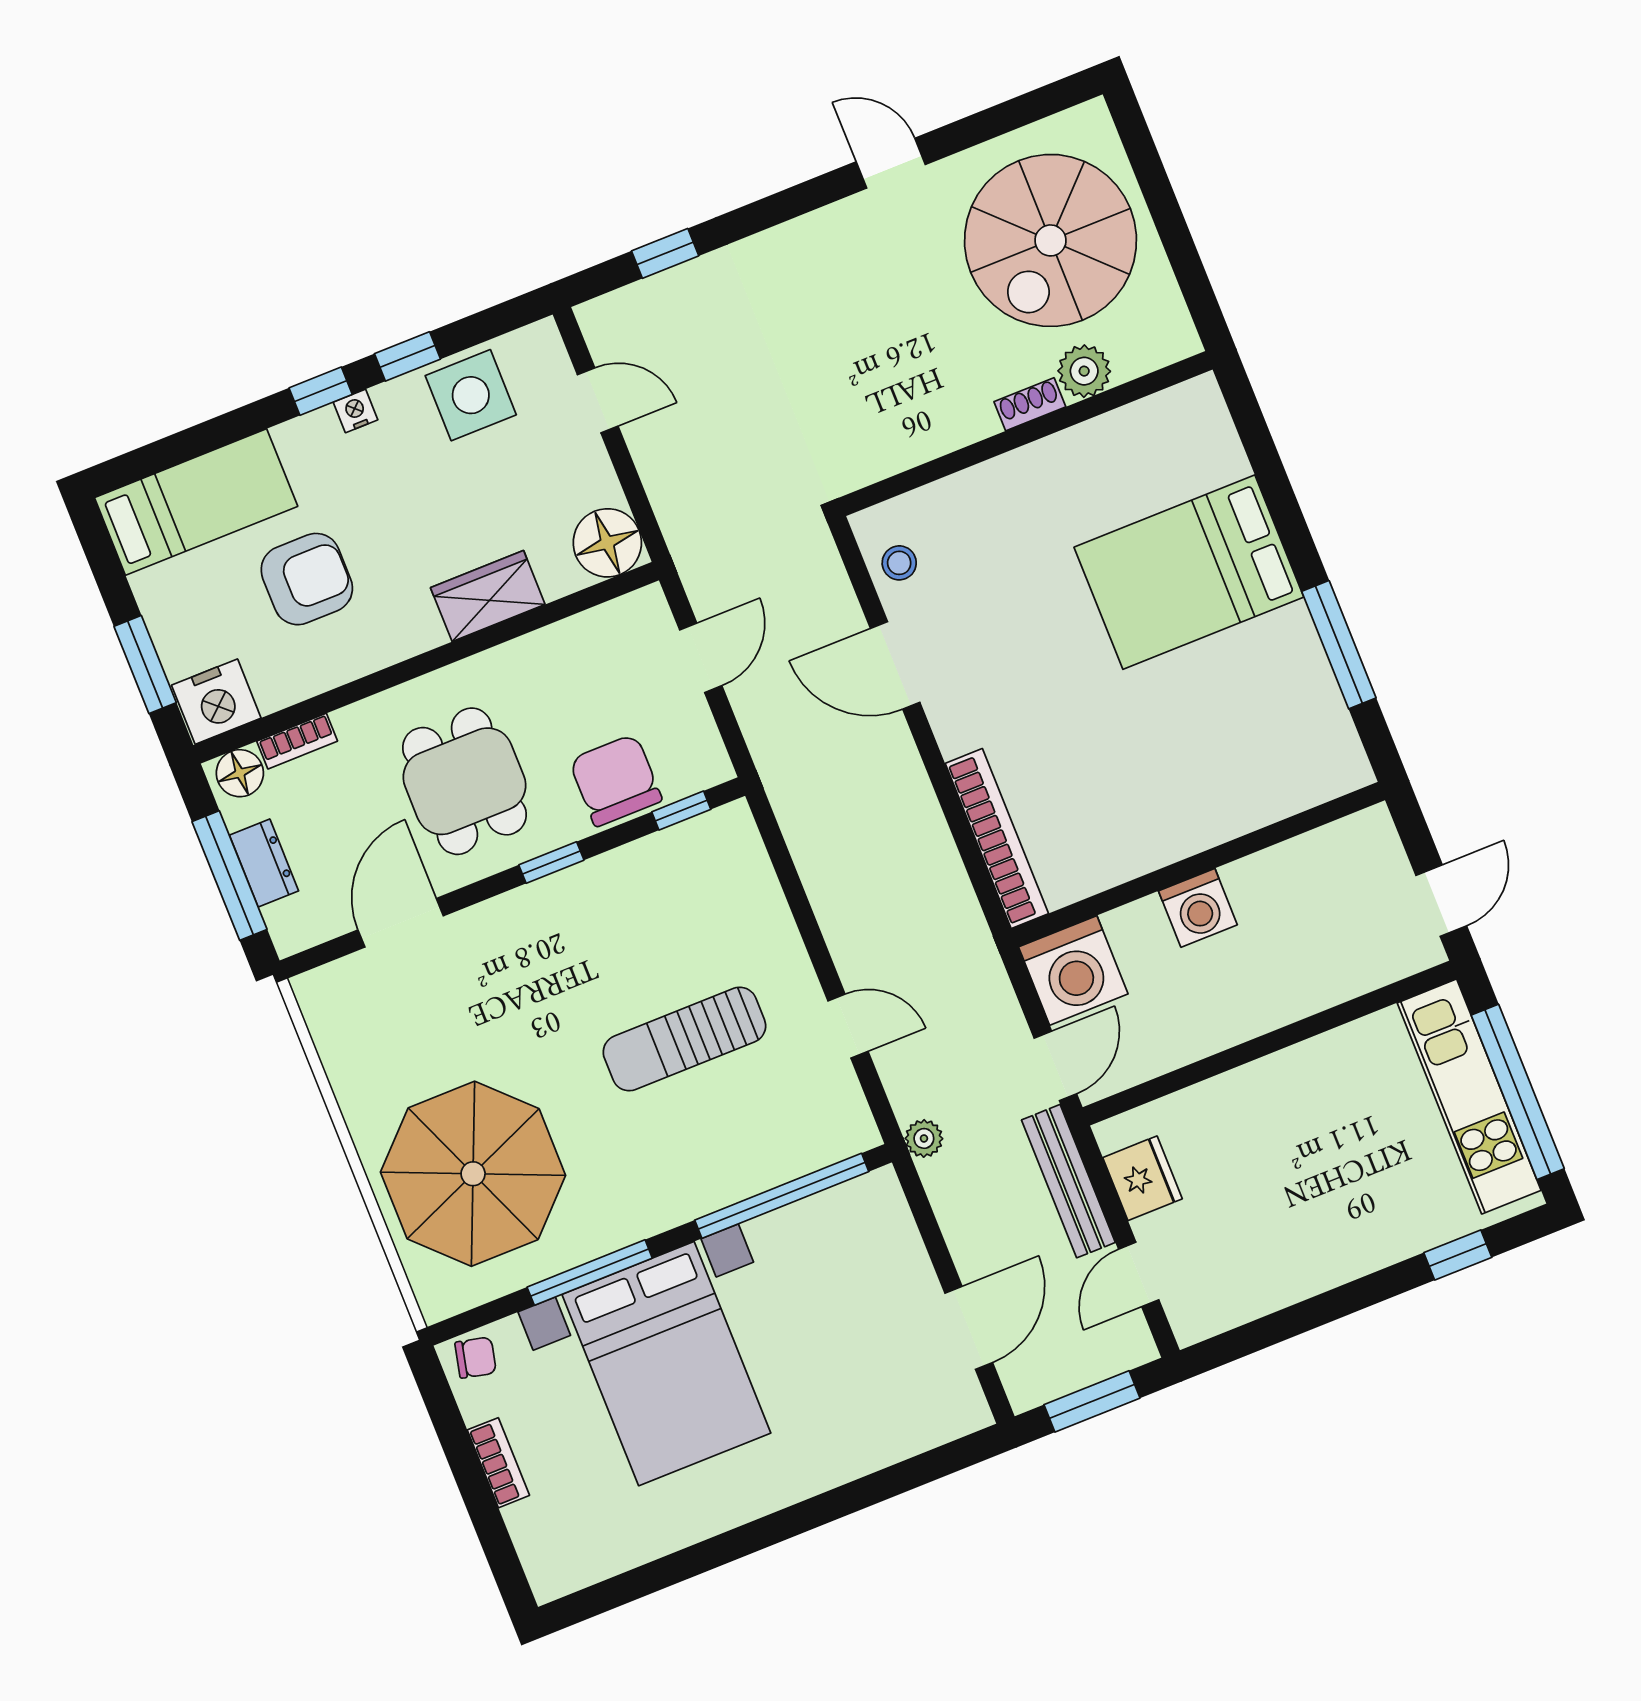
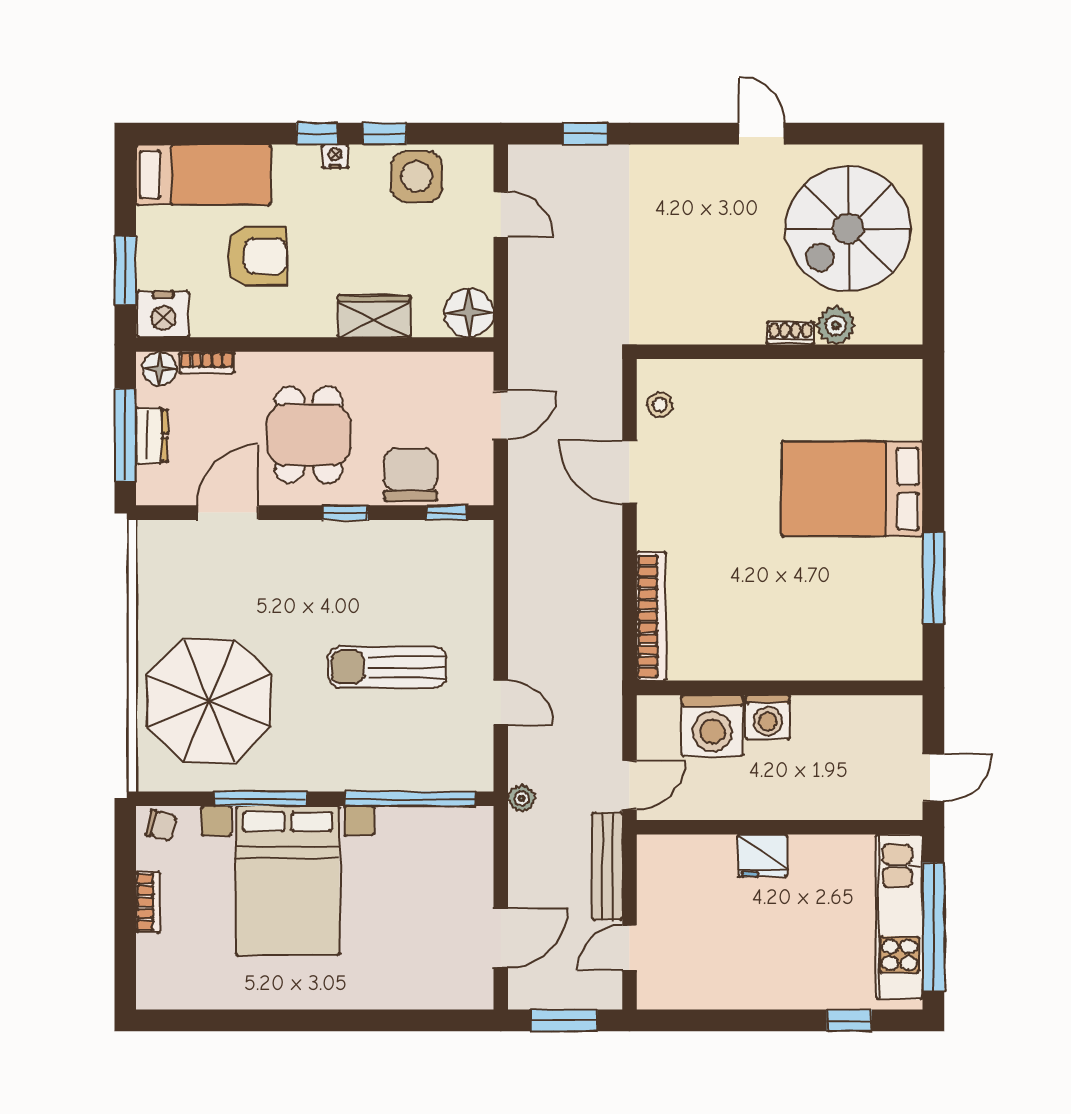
washing machine: (1073, 970) -> (712, 726), moved
fridge: (1142, 1178) -> (763, 856), moved, turned 90

